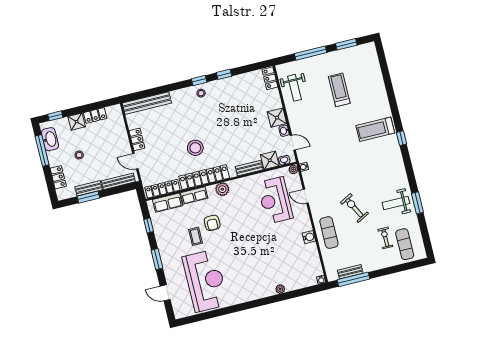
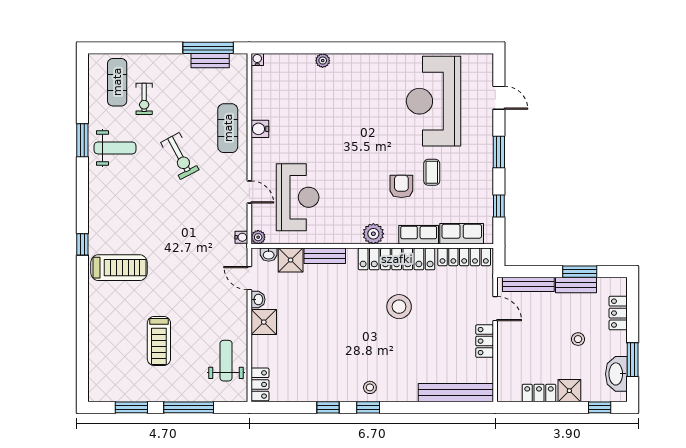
window: (42, 151) -> (633, 360), width x0.69

